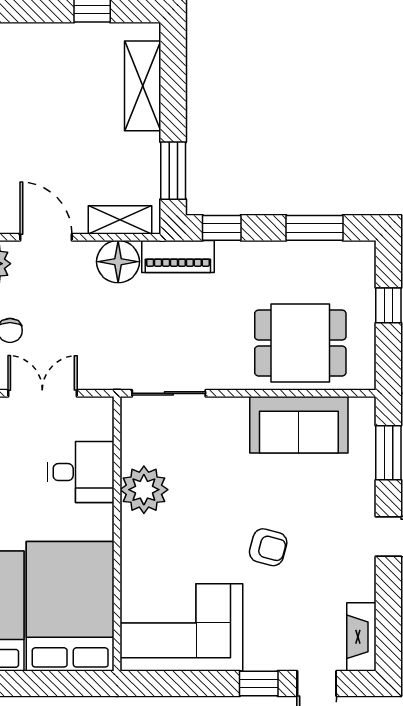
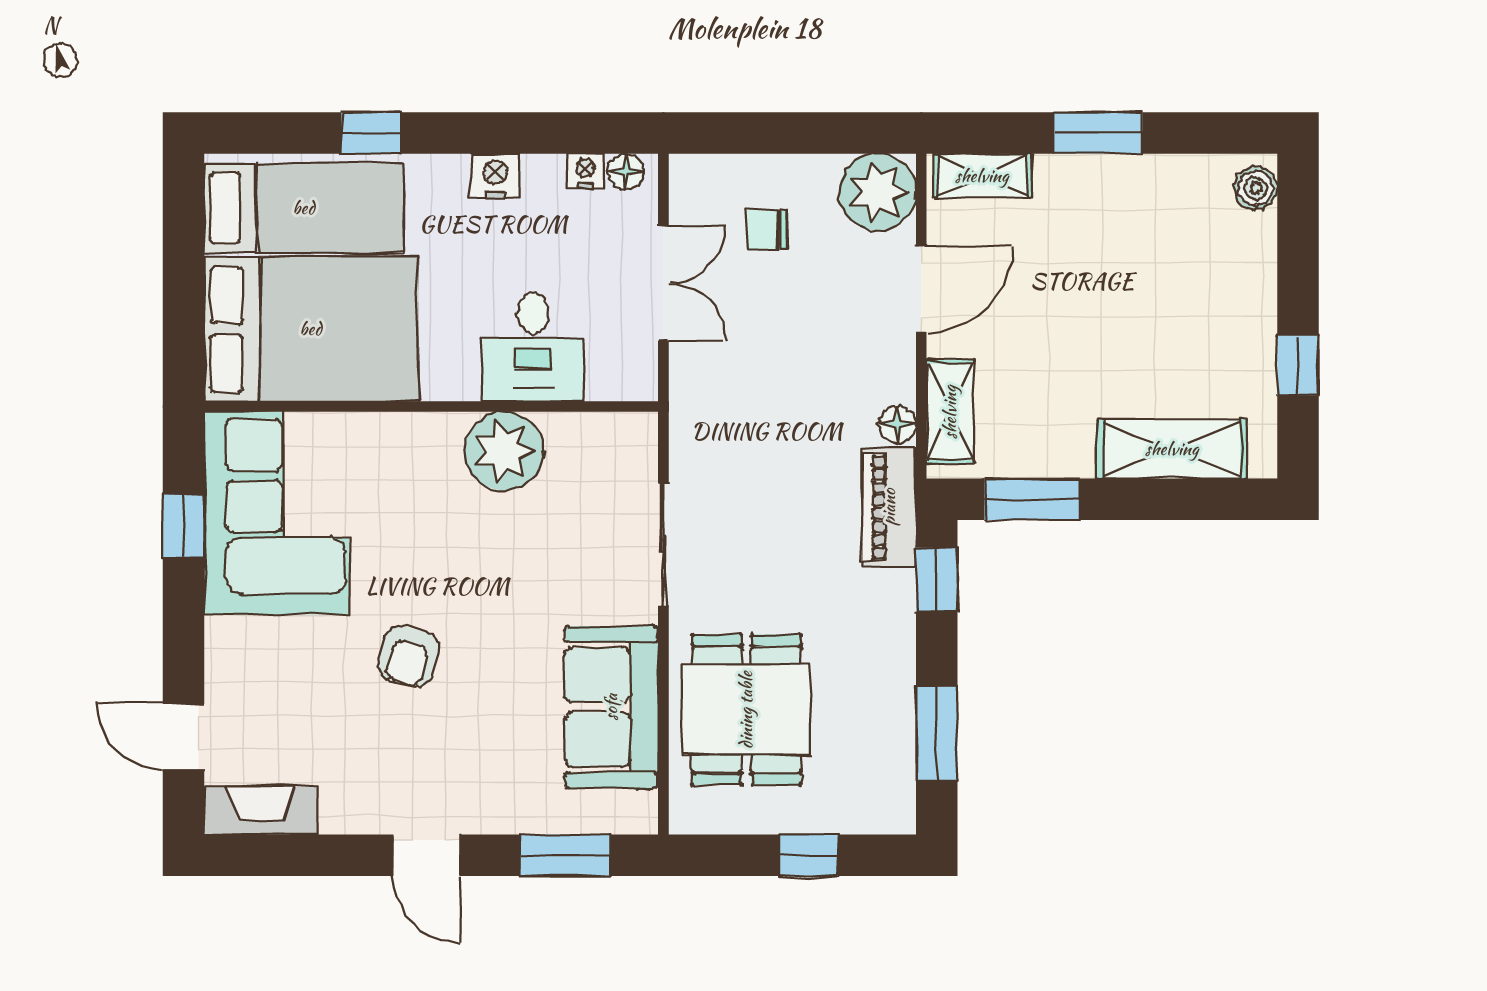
floor lamp: (118, 262) -> (897, 425), width x0.53, depth x0.53
sliding door: (169, 393) -> (663, 545), moved
window: (259, 683) -> (184, 526), moved

